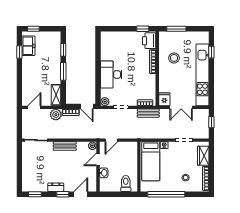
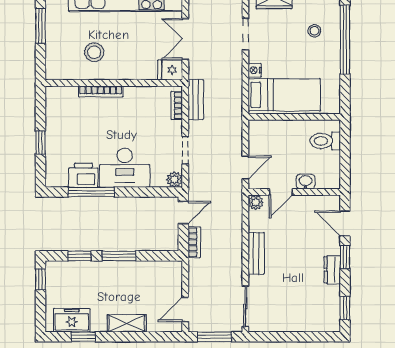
window: (33, 29) -> (40, 279), moved
window: (143, 29) -> (40, 143), moved
window: (176, 29) -> (40, 26), moved
printer: (149, 41) -> (83, 175), moved, turned 180
window: (98, 56) -> (91, 192), added
shelving: (56, 95) -> (127, 323), moved
door: (34, 107) -> (185, 309), hinge flipped
double door: (181, 107) -> (185, 39), swing flipped
plant: (56, 115) -> (198, 270), removed
window: (19, 123) -> (215, 337), added
door: (111, 140) -> (245, 167), hinge flipped
door: (98, 159) -> (281, 192), hinge flipped
window: (166, 194) -> (345, 40), moved

